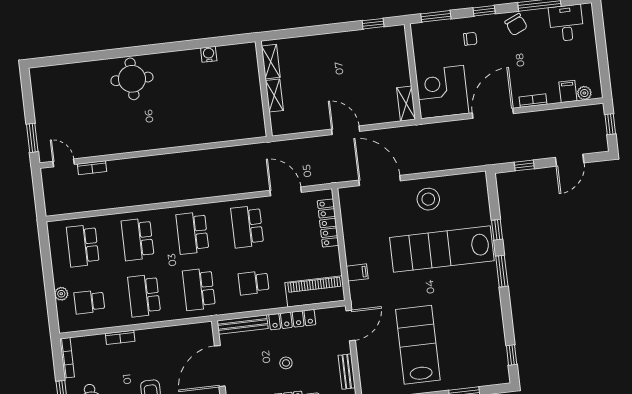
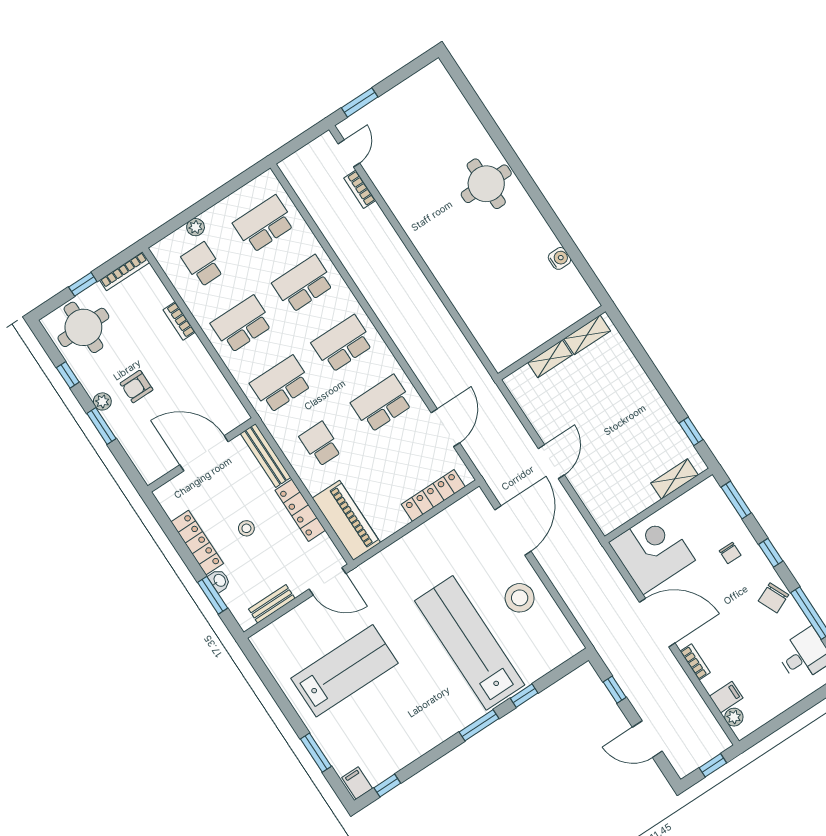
shelving: (406, 104) -> (674, 479), moved
filing cabinet: (357, 272) -> (357, 783), moved, turned 180

